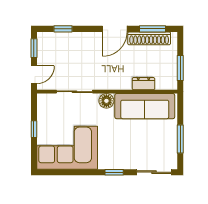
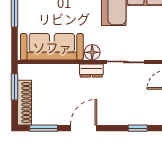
shoe rack: (149, 38) -> (24, 103), moved, turned 90
dresser: (143, 84) -> (91, 70), moved

